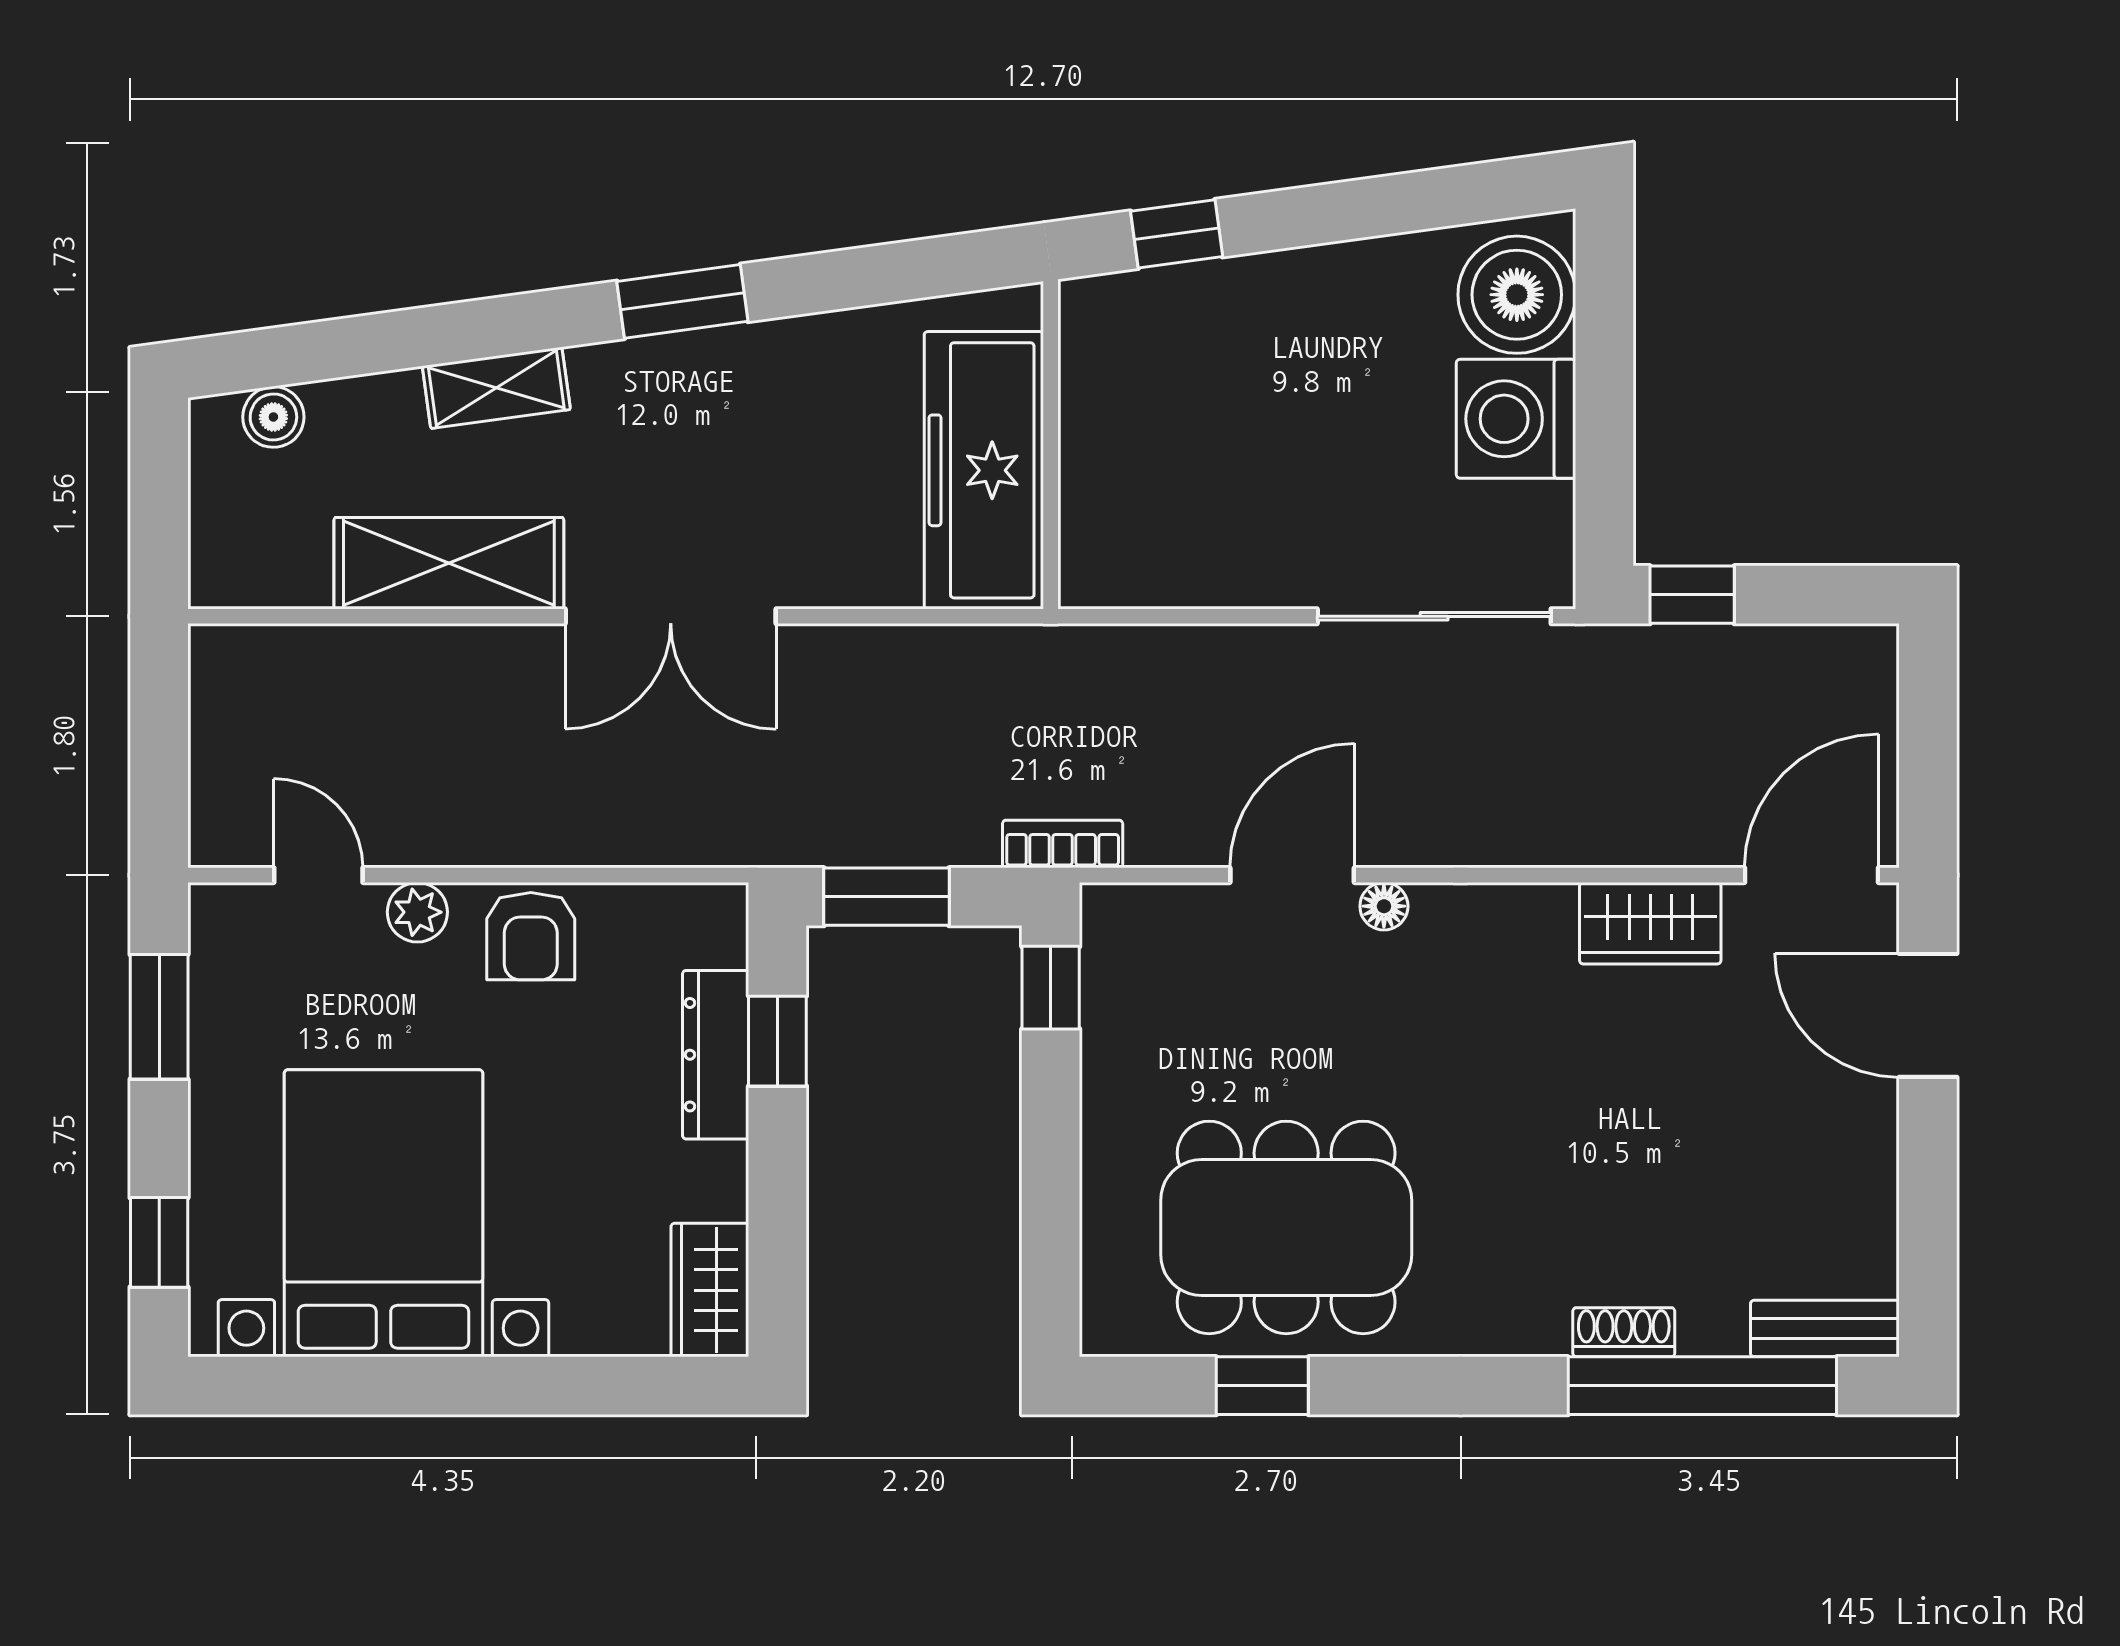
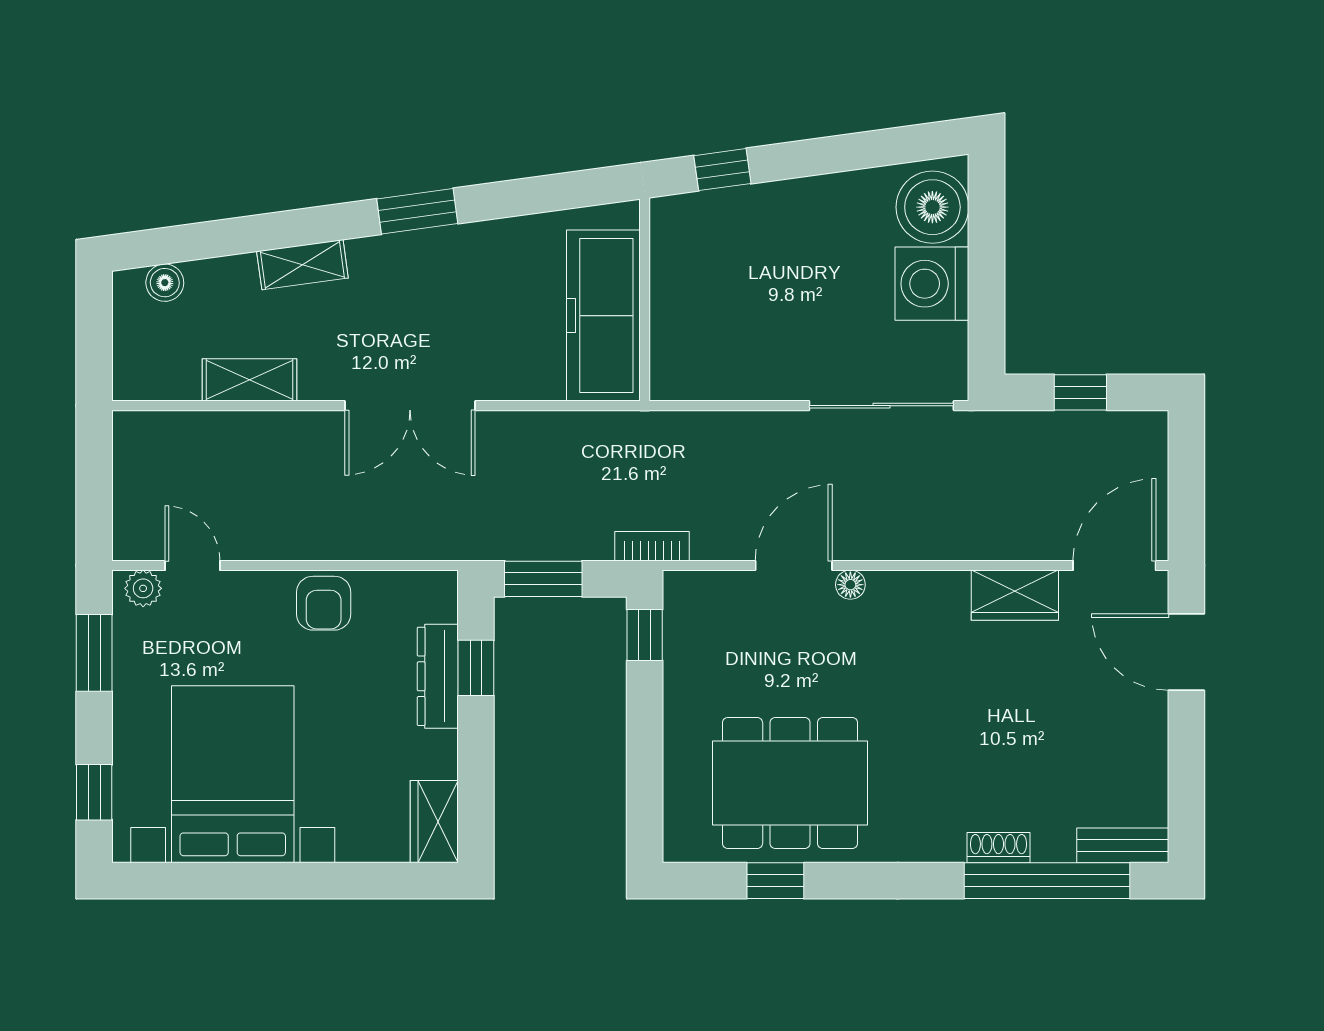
shelving: (449, 563) -> (250, 380), width x0.67, depth x0.75
window: (1692, 595) -> (1080, 392), moved
plant: (417, 912) -> (143, 588), moved

